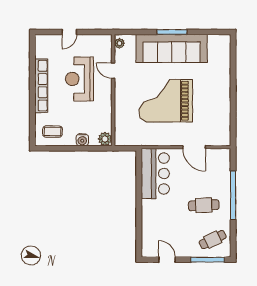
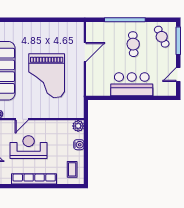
reception desk: (79, 79) -> (29, 147), turned 180
bar counter: (155, 173) -> (132, 84), moved

